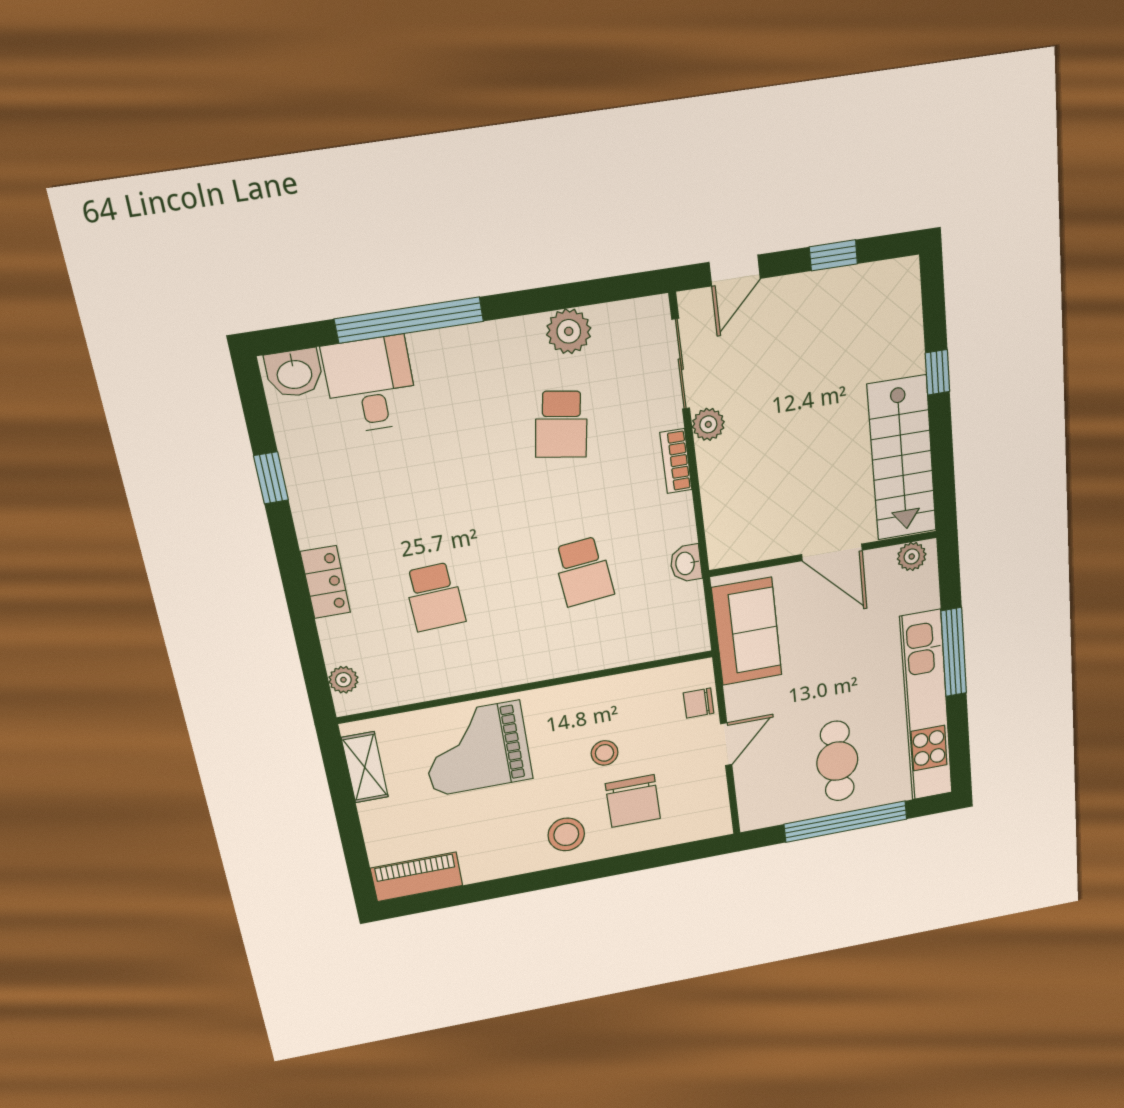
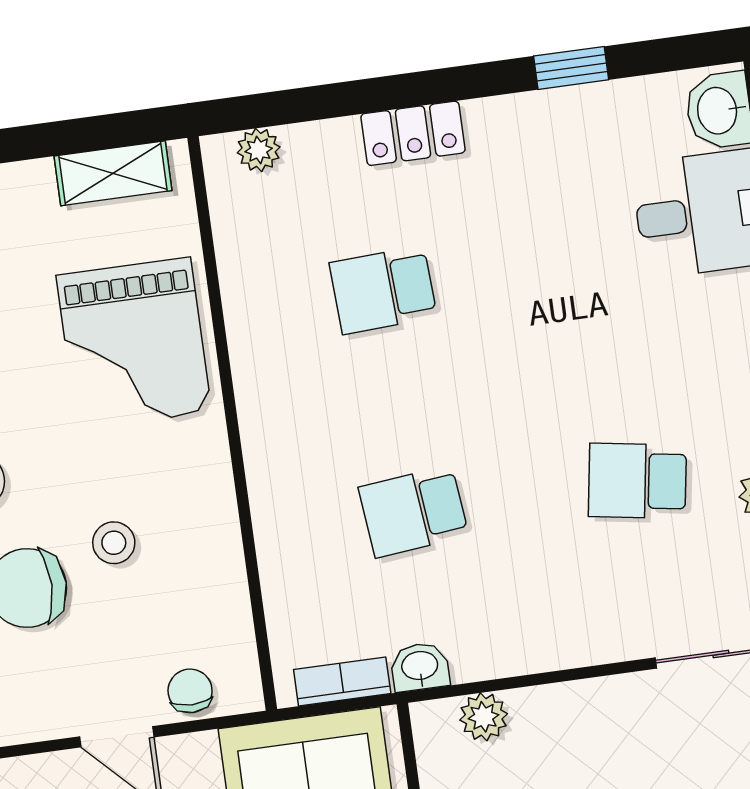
plant: (708, 424) -> (484, 717), moved
bookcase: (676, 461) -> (342, 681), moved
grand piano: (476, 749) -> (134, 343), turned 180

